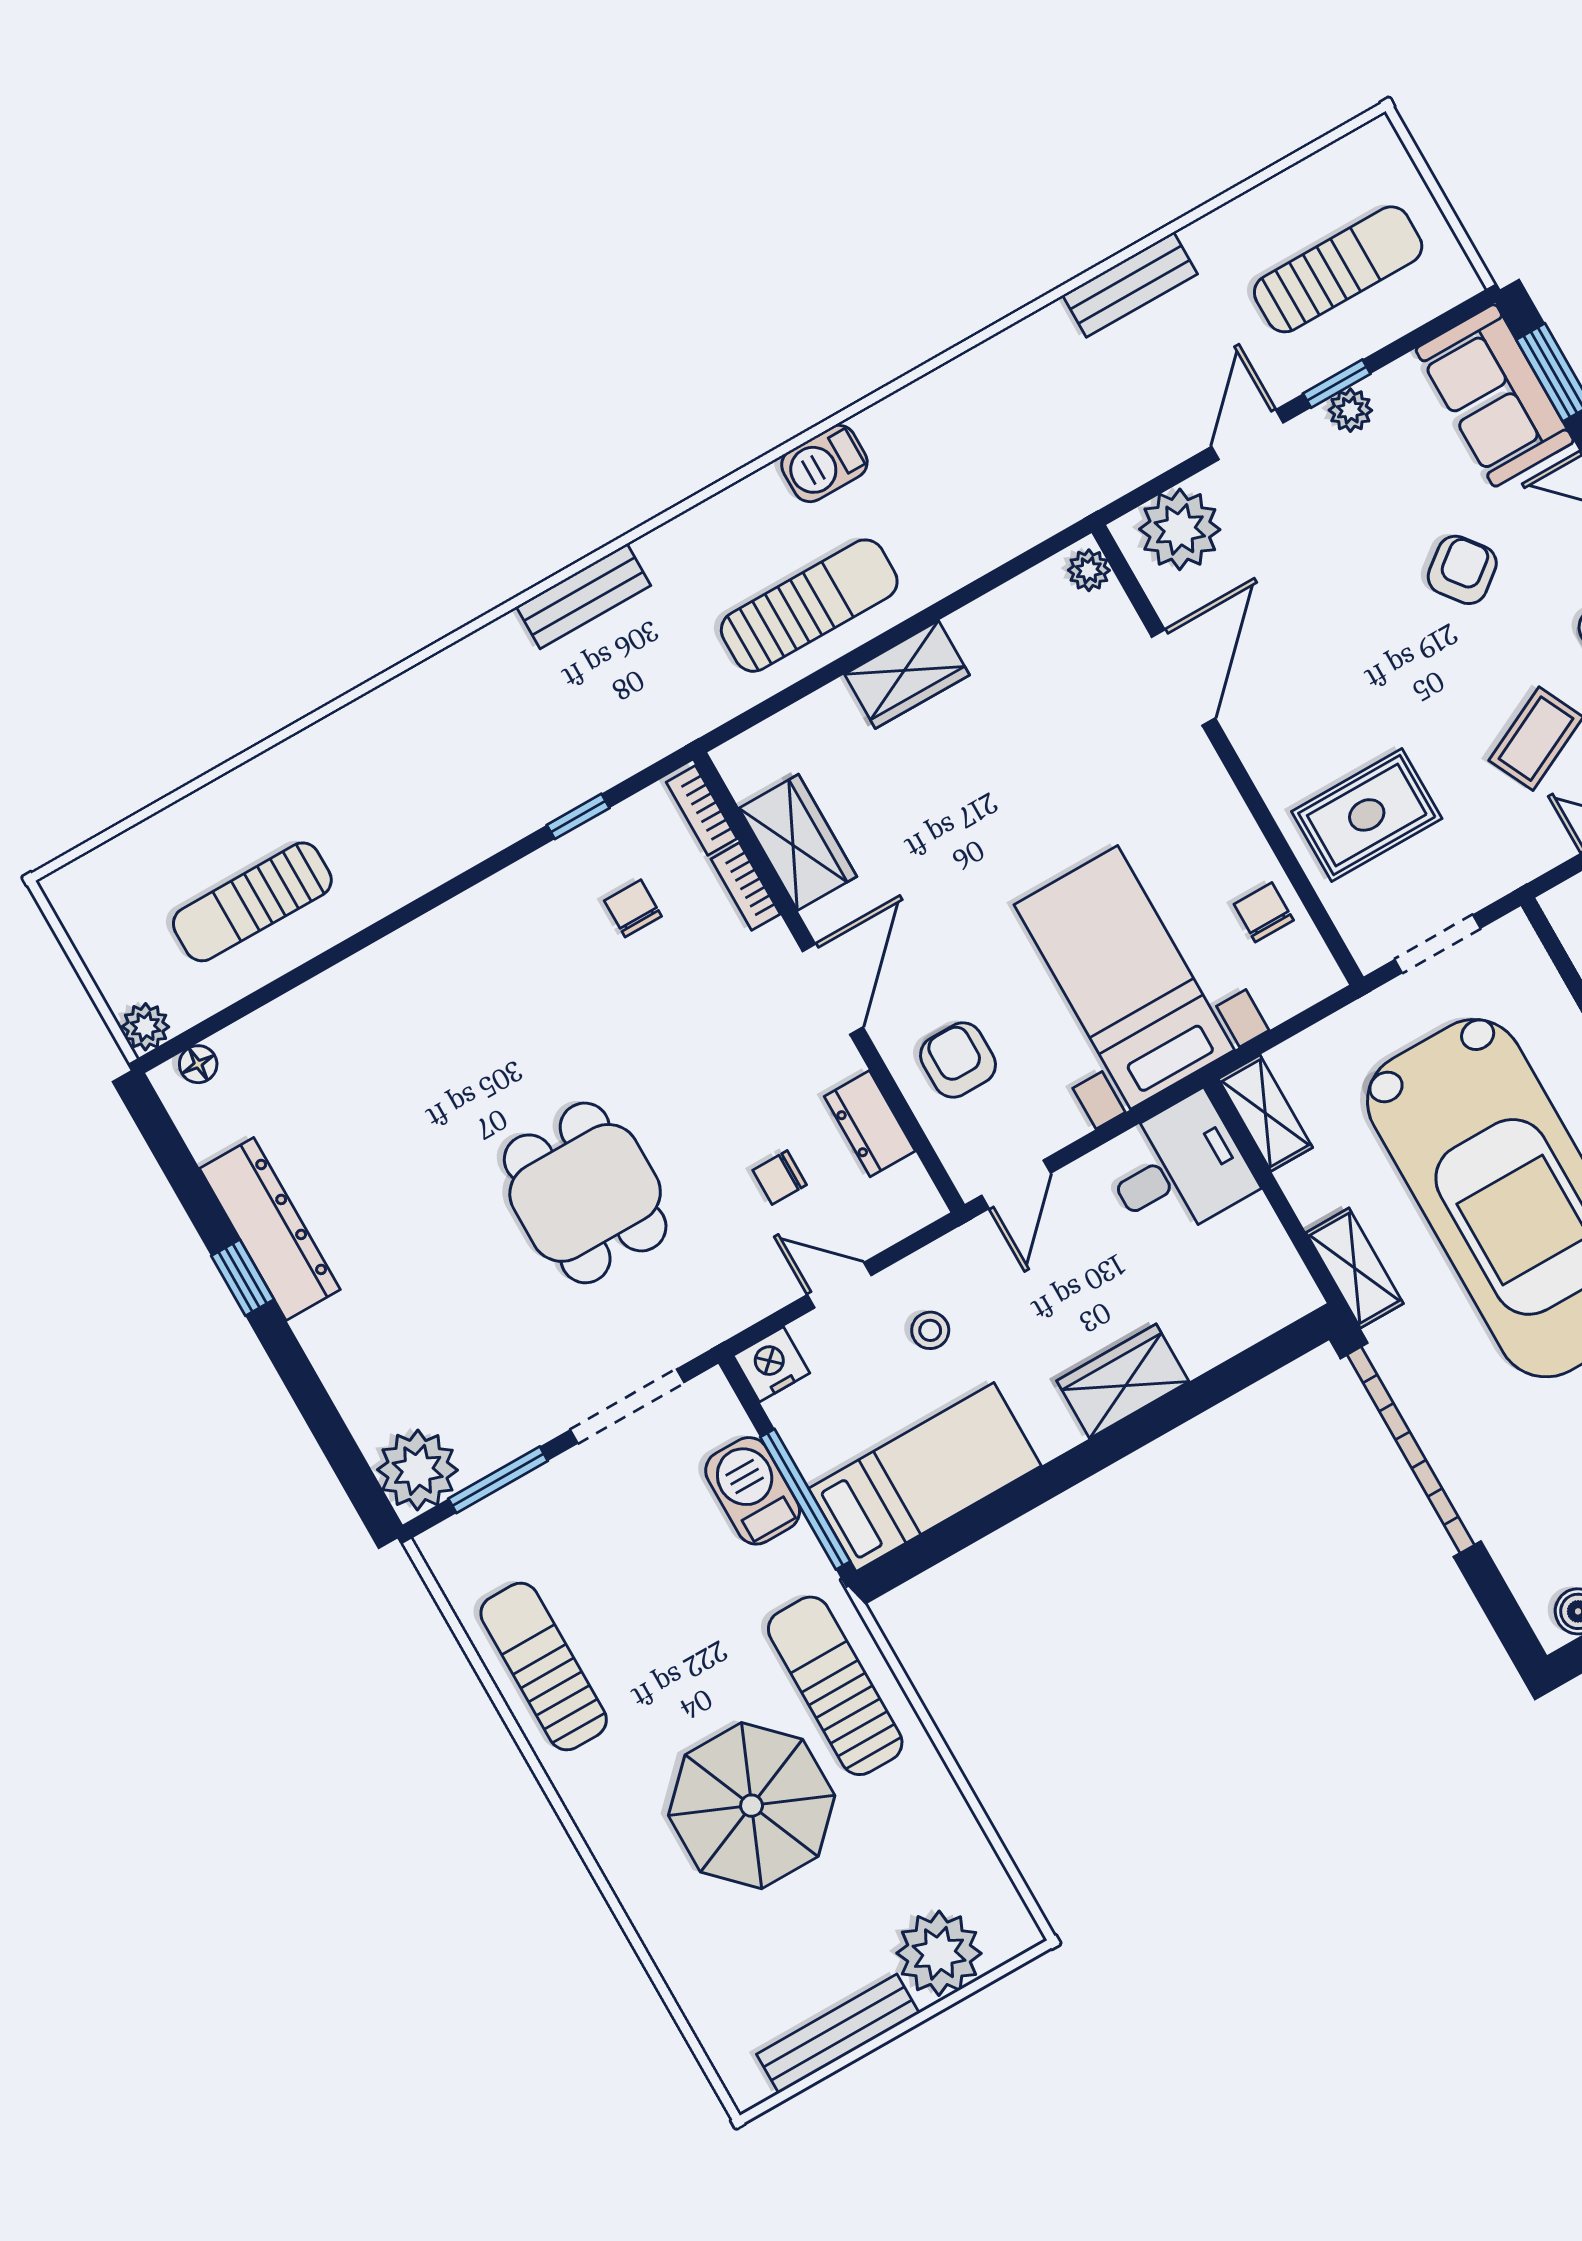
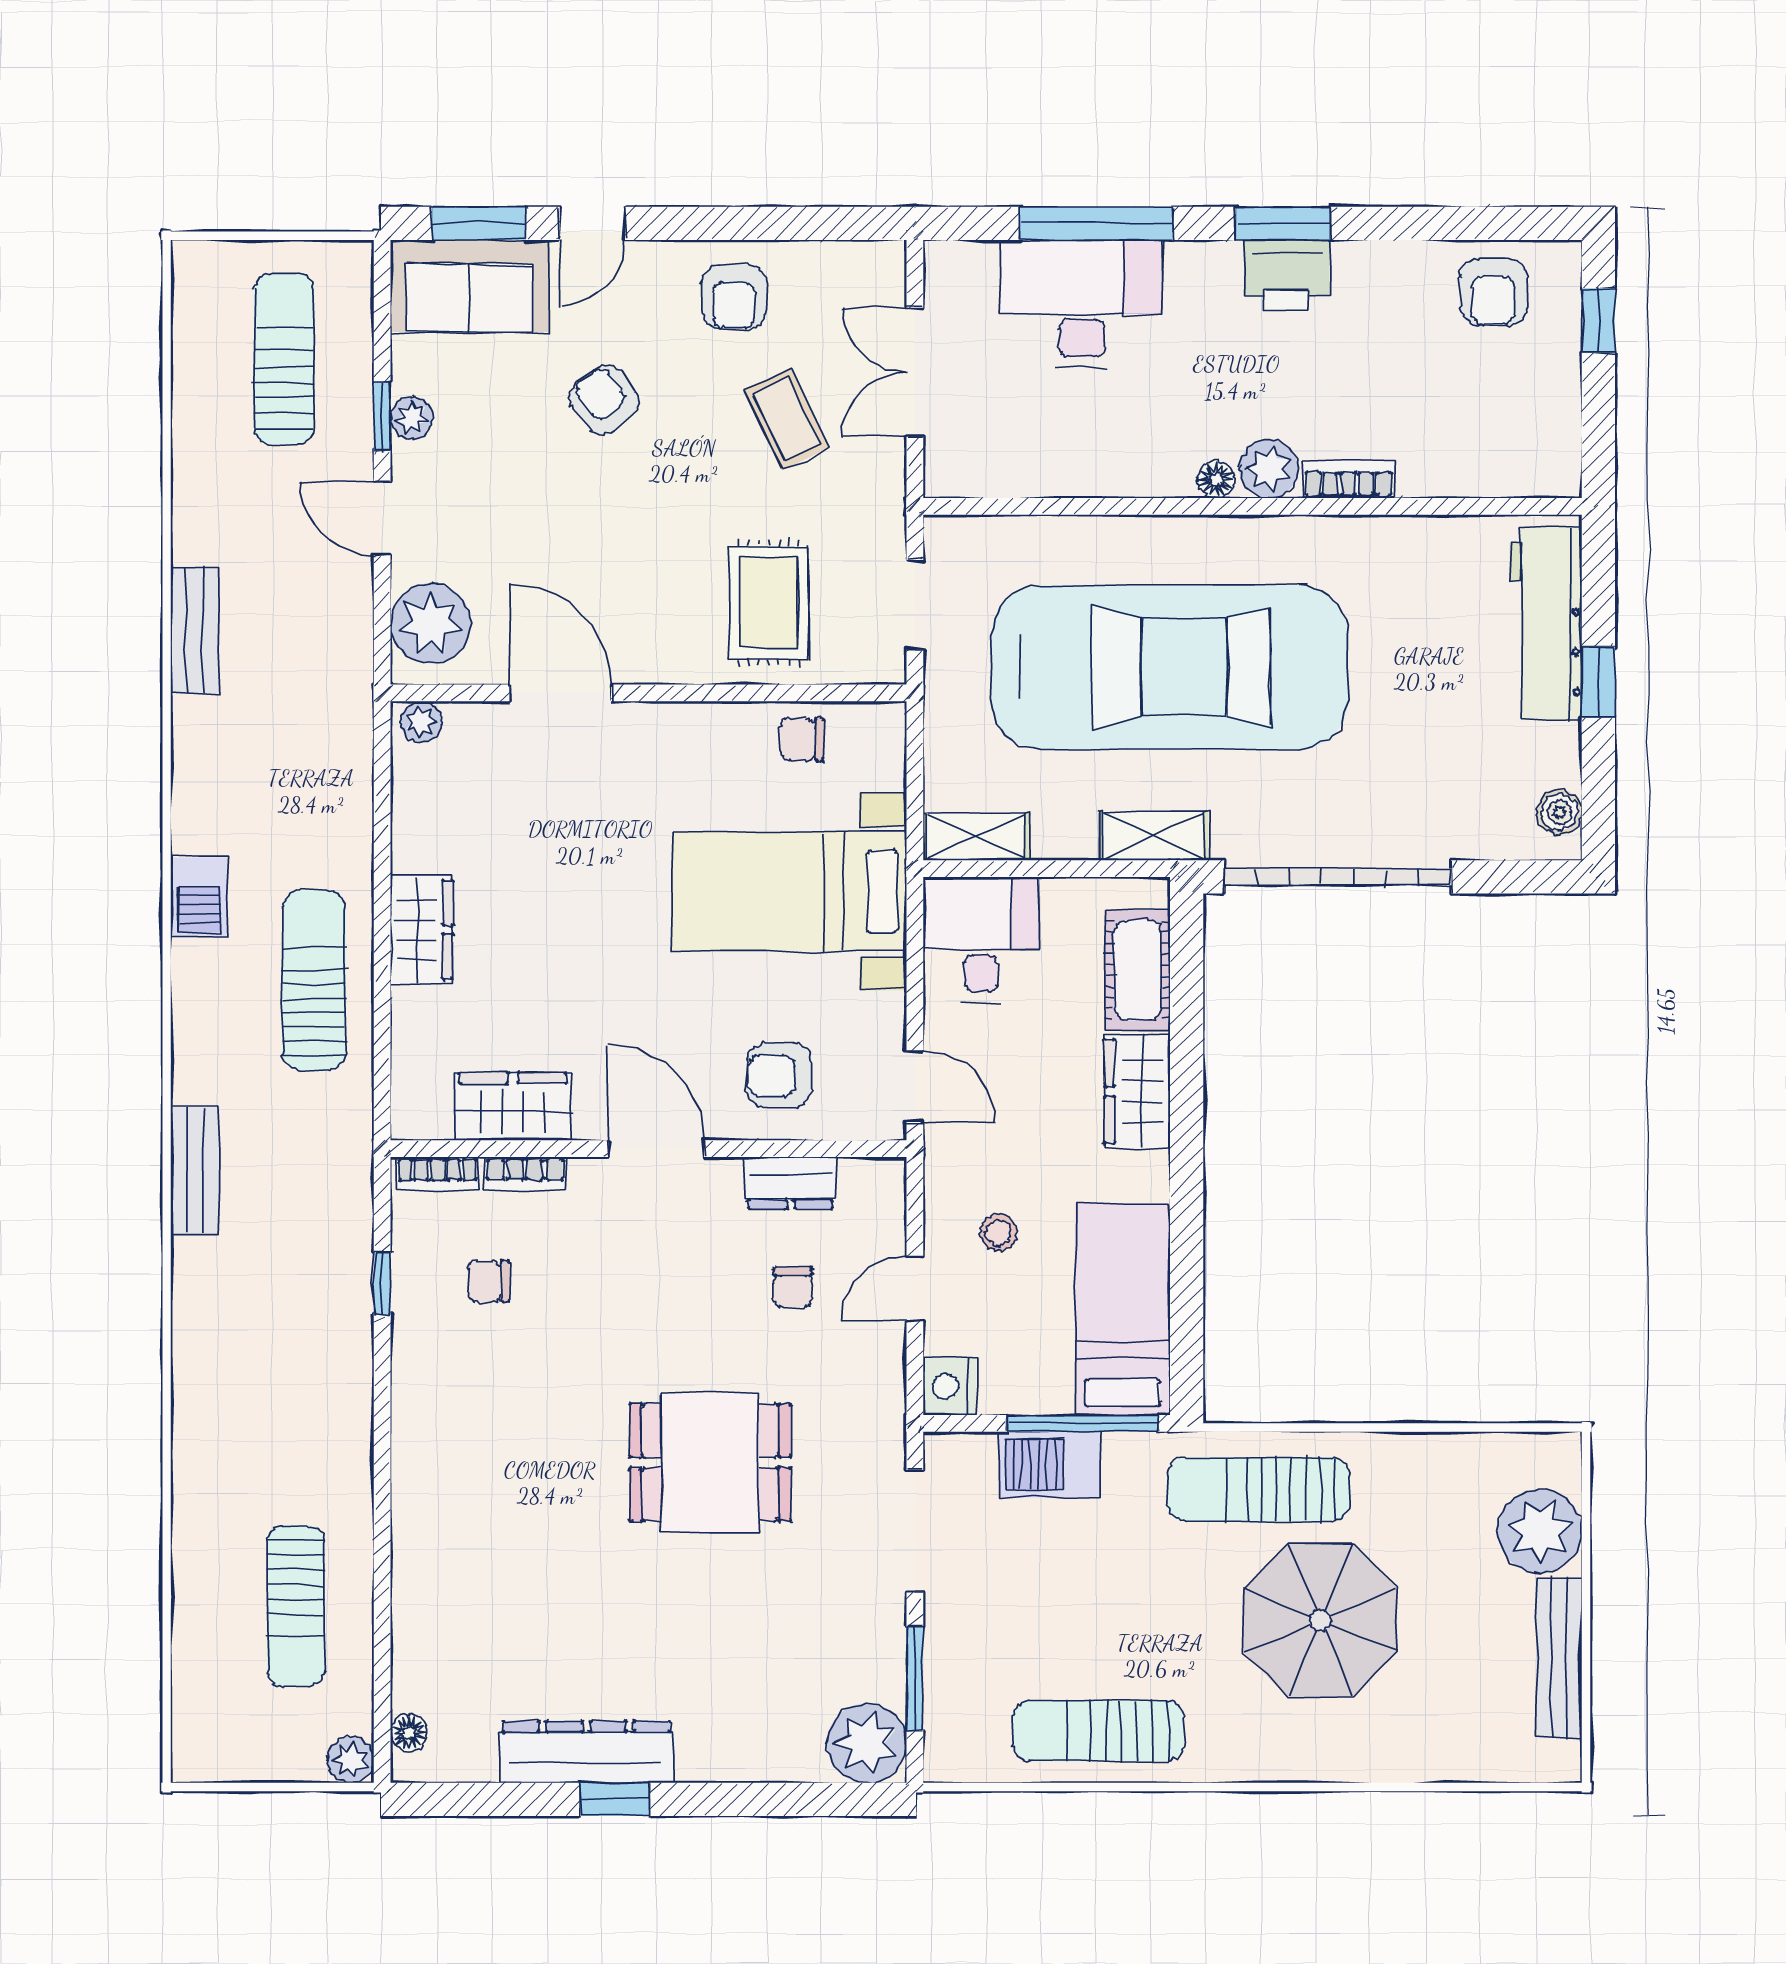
bench: (1130, 285) -> (195, 630), moved
cot: (1229, 1321) -> (1138, 970), added

